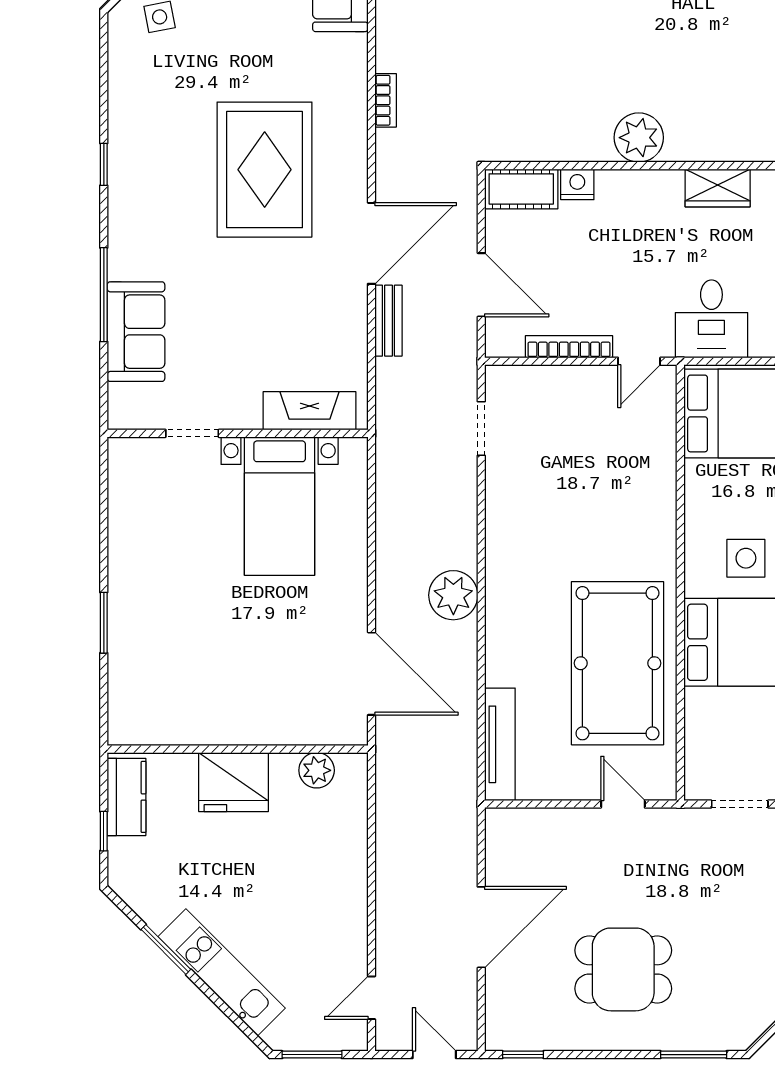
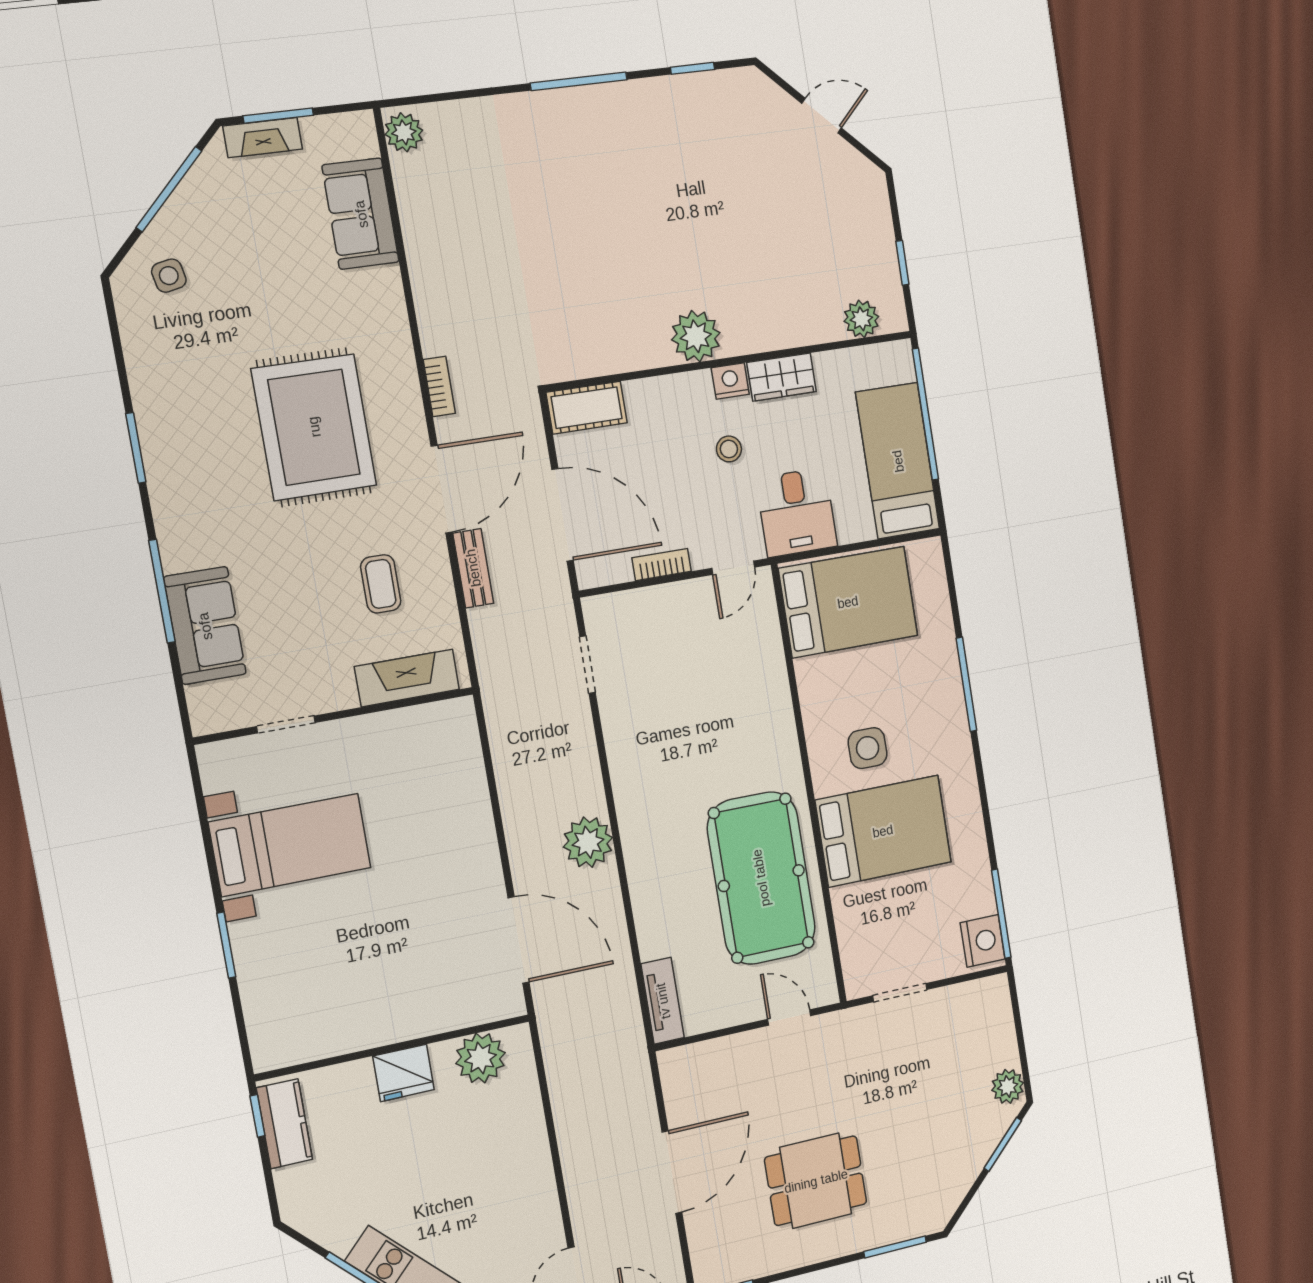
bookcase: (386, 100) -> (439, 387), moved
window: (104, 164) -> (136, 448), width x1.50
nightstand: (577, 184) -> (730, 381), moved
stool: (654, 248) -> (729, 449), added
door: (481, 285) -> (563, 515), width x1.36
coffee table: (300, 321) -> (381, 584), added
bookcase: (569, 347) -> (662, 565), width x0.64
bed with nightstands: (280, 506) -> (290, 845), moved, turned -90
tv unit: (500, 744) -> (663, 1001), width x0.71
plant: (317, 770) -> (480, 1058), width x1.36, depth x1.36
fridge: (234, 782) -> (404, 1073), width x0.73, depth x0.75
window: (104, 831) -> (257, 1116), moved

